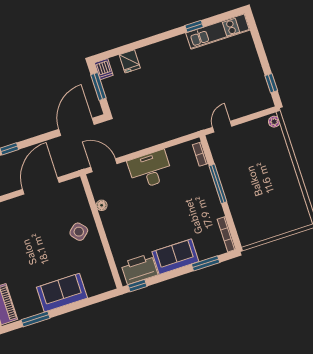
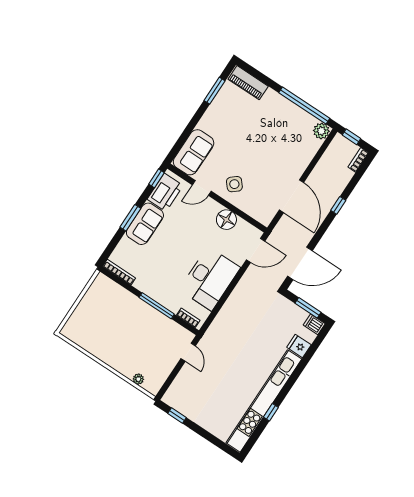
kitchen unit: (218, 32) -> (264, 401), width x1.86
plant: (274, 122) -> (138, 379), moved
door: (77, 127) -> (300, 263), hinge flipped
desk: (150, 170) -> (210, 279), width x1.36, depth x1.30
floor lamp: (102, 205) -> (226, 220), width x1.89, depth x1.89
door: (107, 249) -> (202, 188), added
window: (206, 263) -> (130, 218), moved
sofa: (62, 293) -> (194, 152), moved

